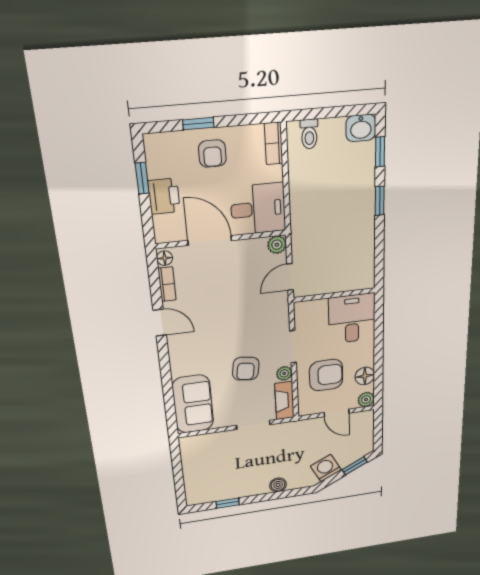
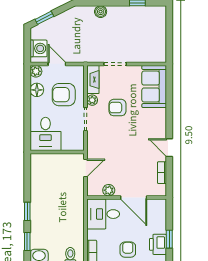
printer: (164, 196) -> (158, 244), moved
plant: (277, 245) -> (109, 190), moved
floor lamp: (165, 258) -> (162, 190), removed
armchair: (246, 369) -> (118, 108), turned -98
washing machine: (326, 468) -> (38, 48), moved, turned -63

